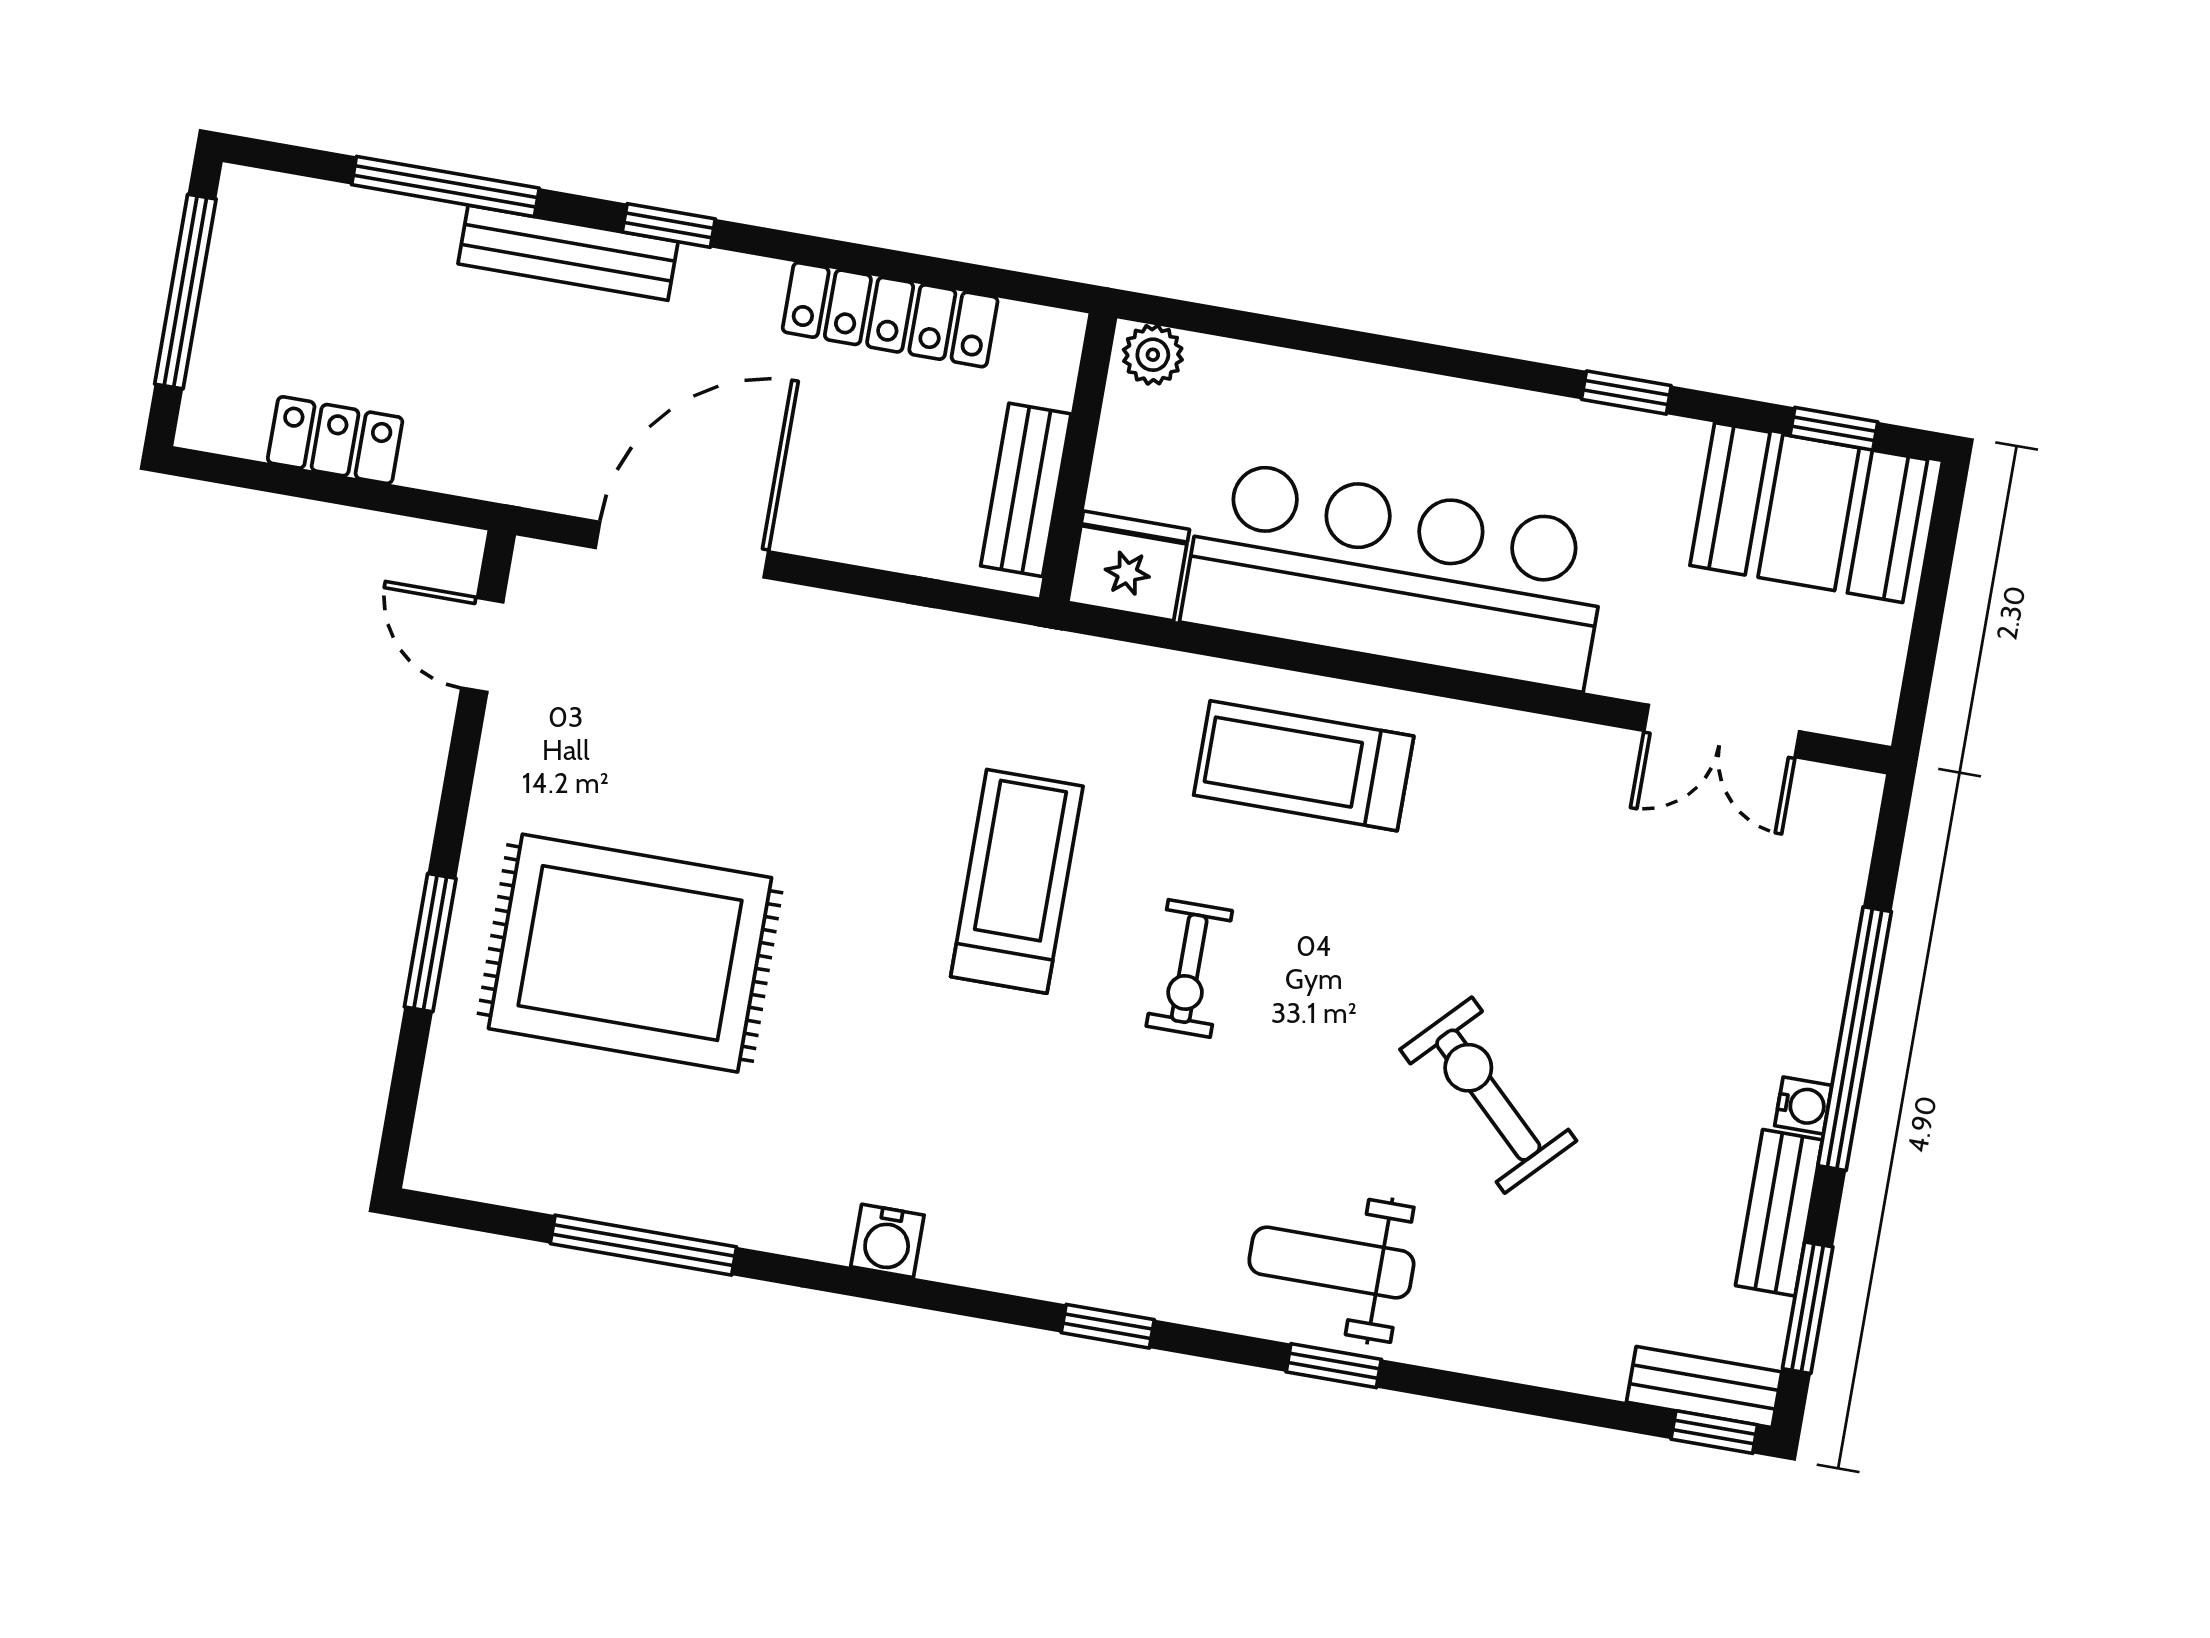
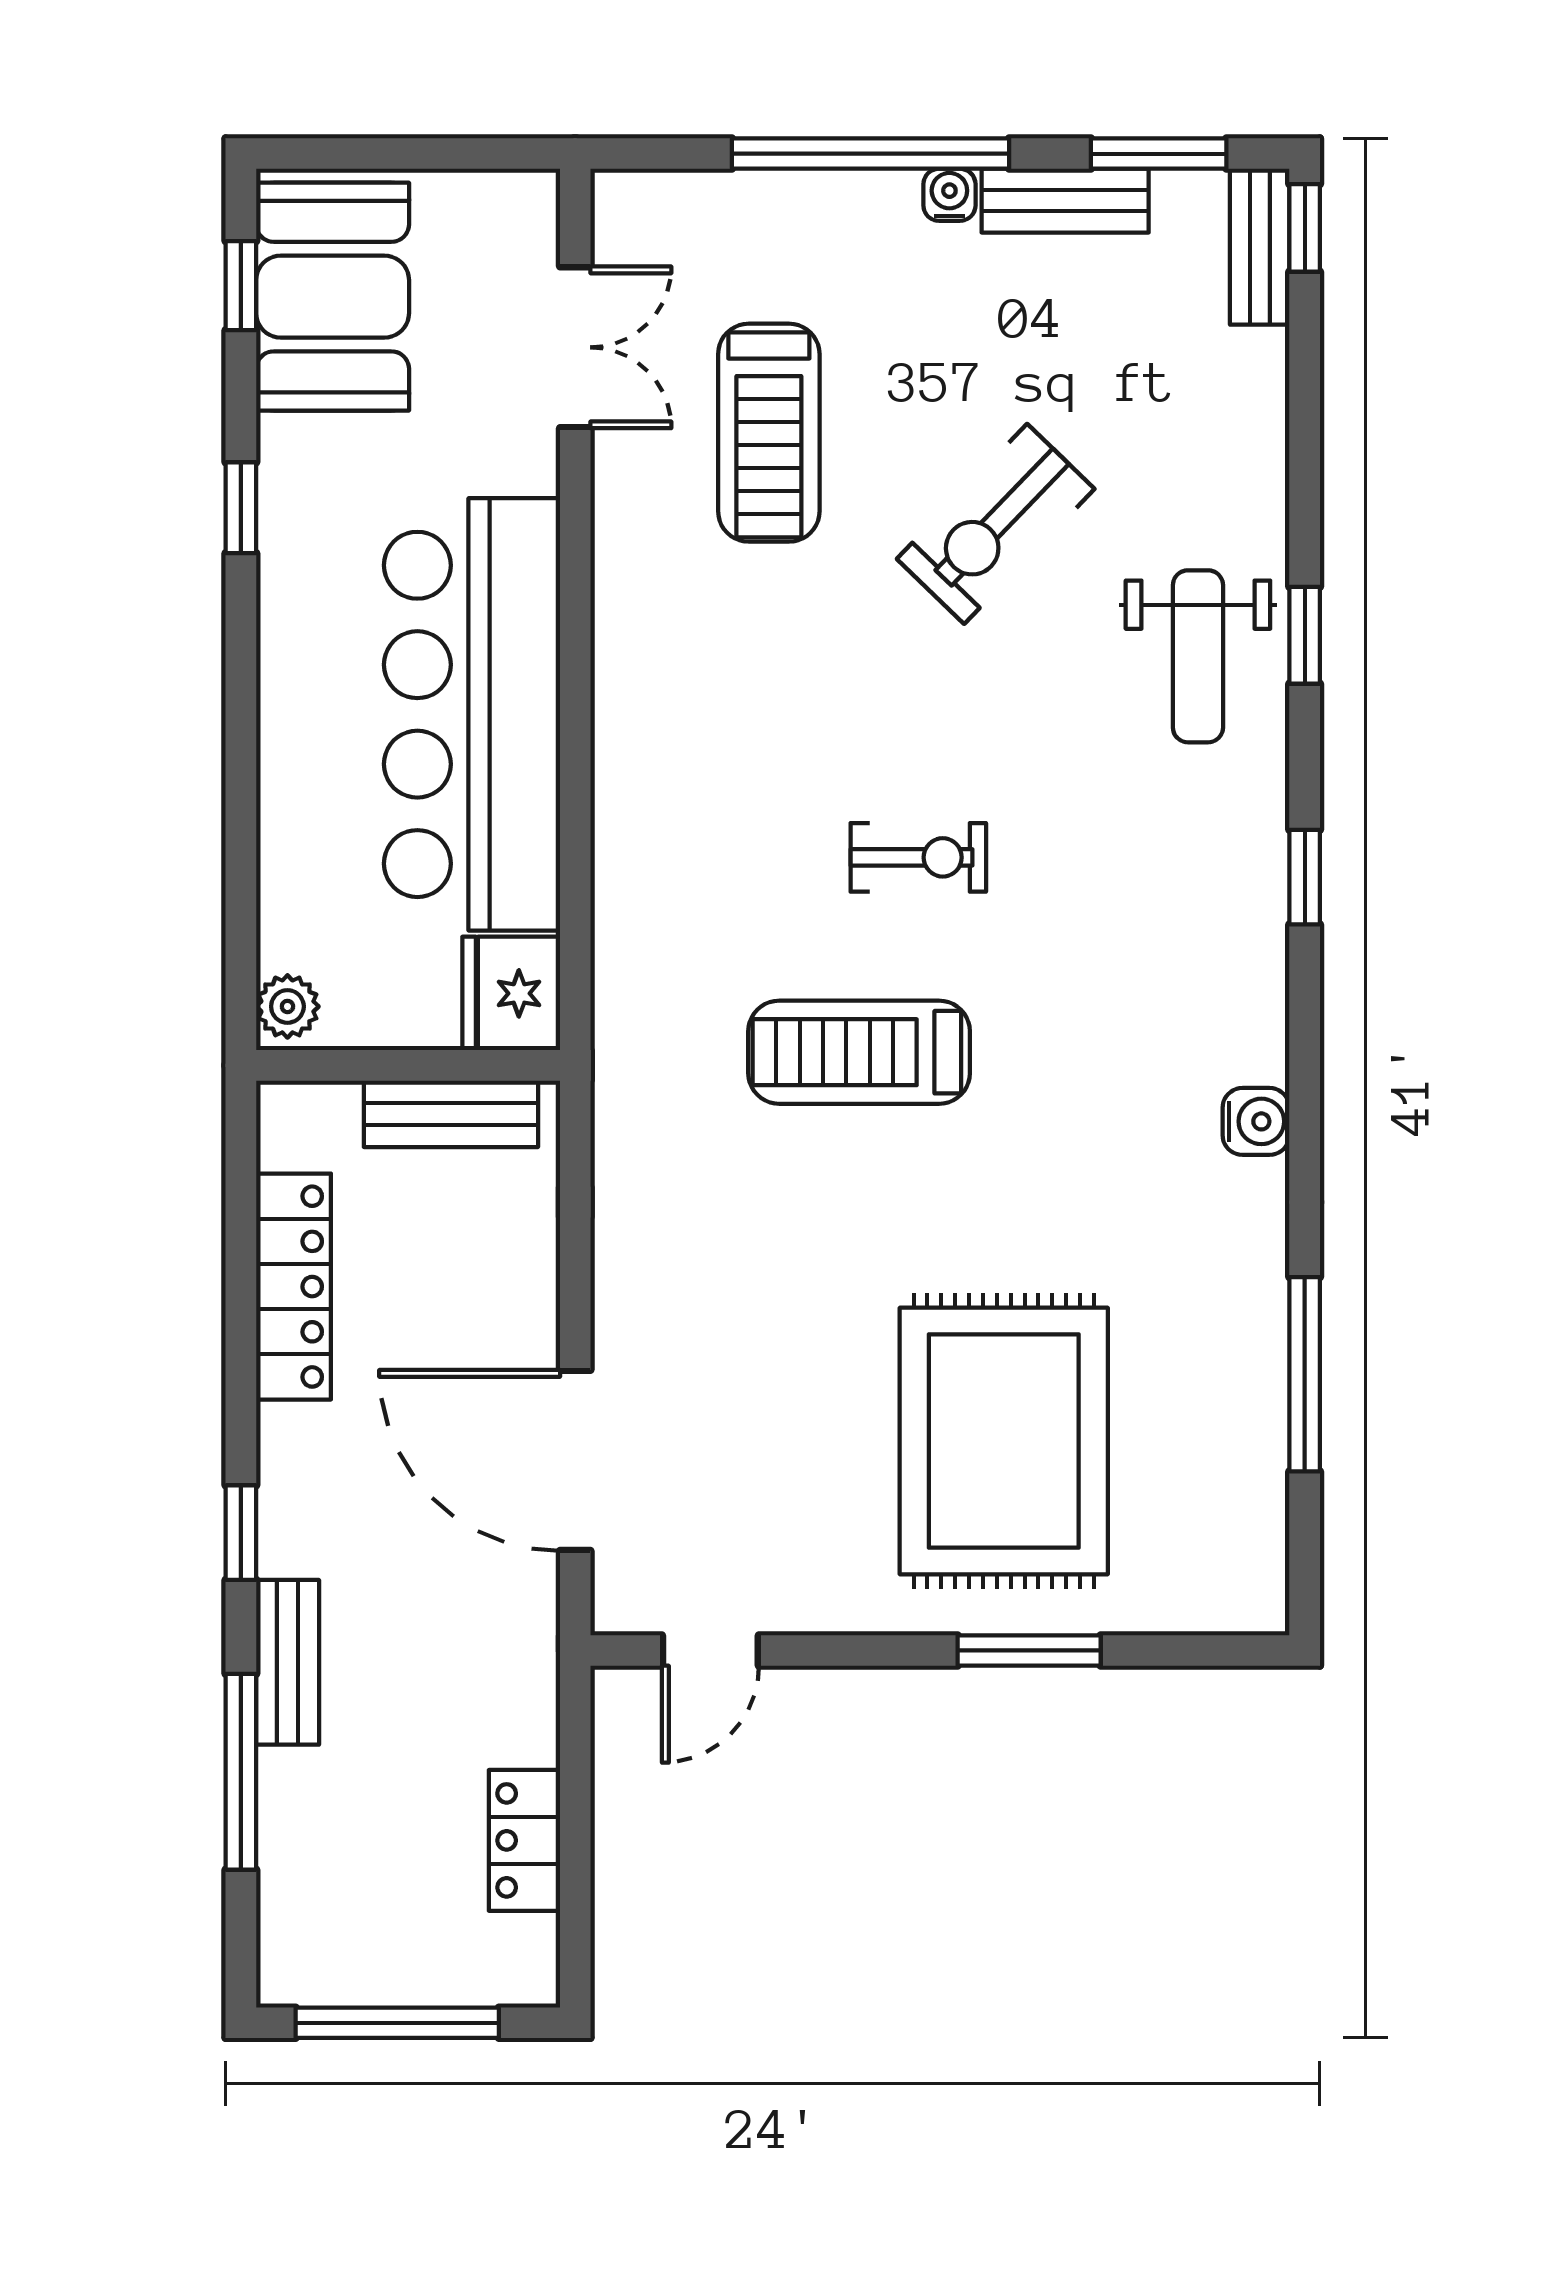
bench: (568, 253) -> (288, 1662), width x0.73
treadmill: (1304, 766) -> (769, 433), moved

